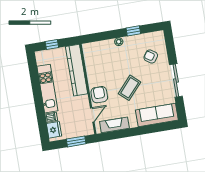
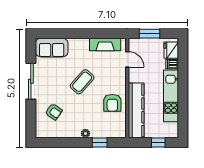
window: (133, 31) -> (100, 142), moved
armchair: (99, 95) -> (112, 103), moved
door: (92, 115) -> (127, 59), swing flipped
sofa: (157, 115) -> (52, 48), width x0.73

